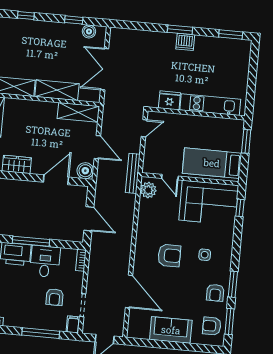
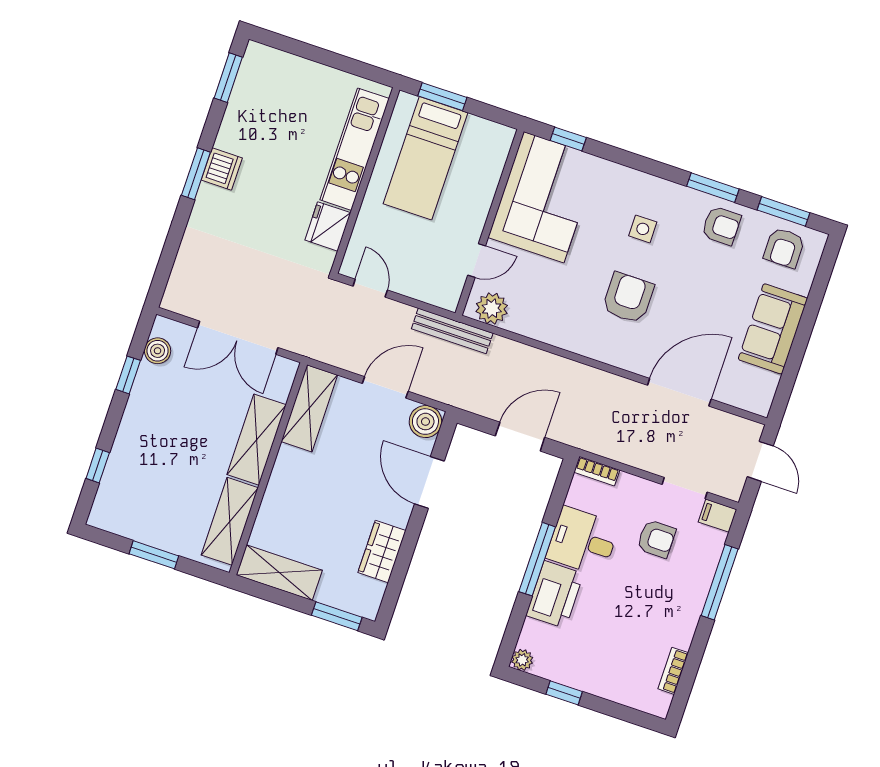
bed: (212, 163) -> (426, 158), moved

